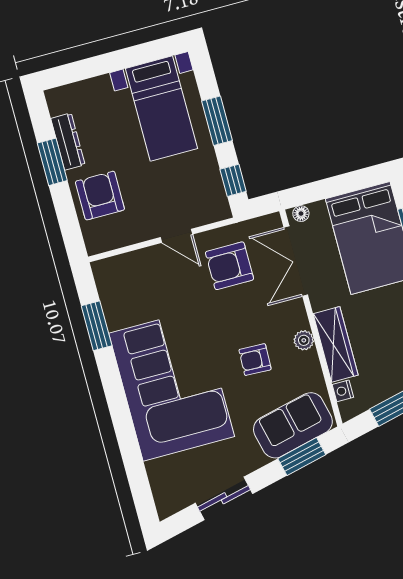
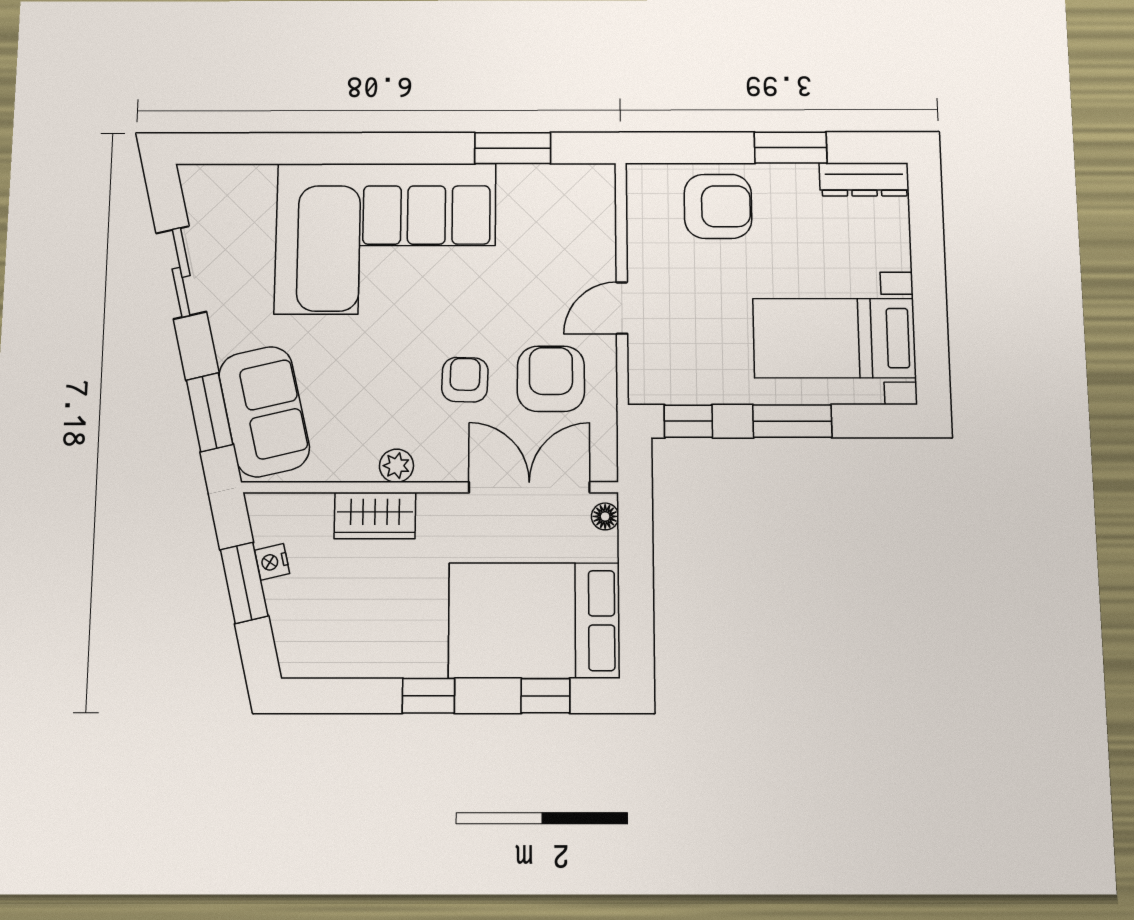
dresser: (68, 142) -> (864, 179), moved
wardrobe: (336, 344) -> (375, 515), width x0.67
armchair: (255, 360) -> (465, 380), moved
nightstand: (343, 391) -> (272, 562), moved, turned -103

